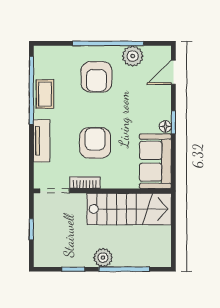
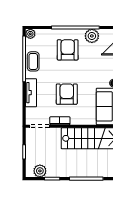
plant: (41, 53) -> (30, 34), added
armchair: (96, 77) -> (68, 50), turned 180
plant: (103, 258) -> (40, 171), moved

